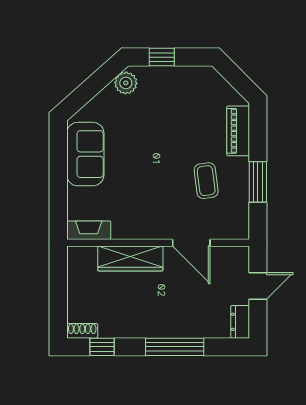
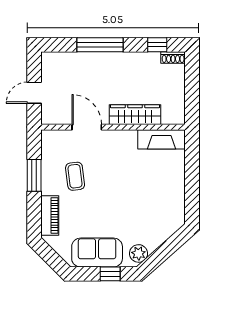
sofa: (85, 154) -> (97, 253), moved, turned 90
fireplace: (89, 230) -> (162, 139), width x1.37, depth x1.32
dresser: (240, 322) -> (48, 65), removed

